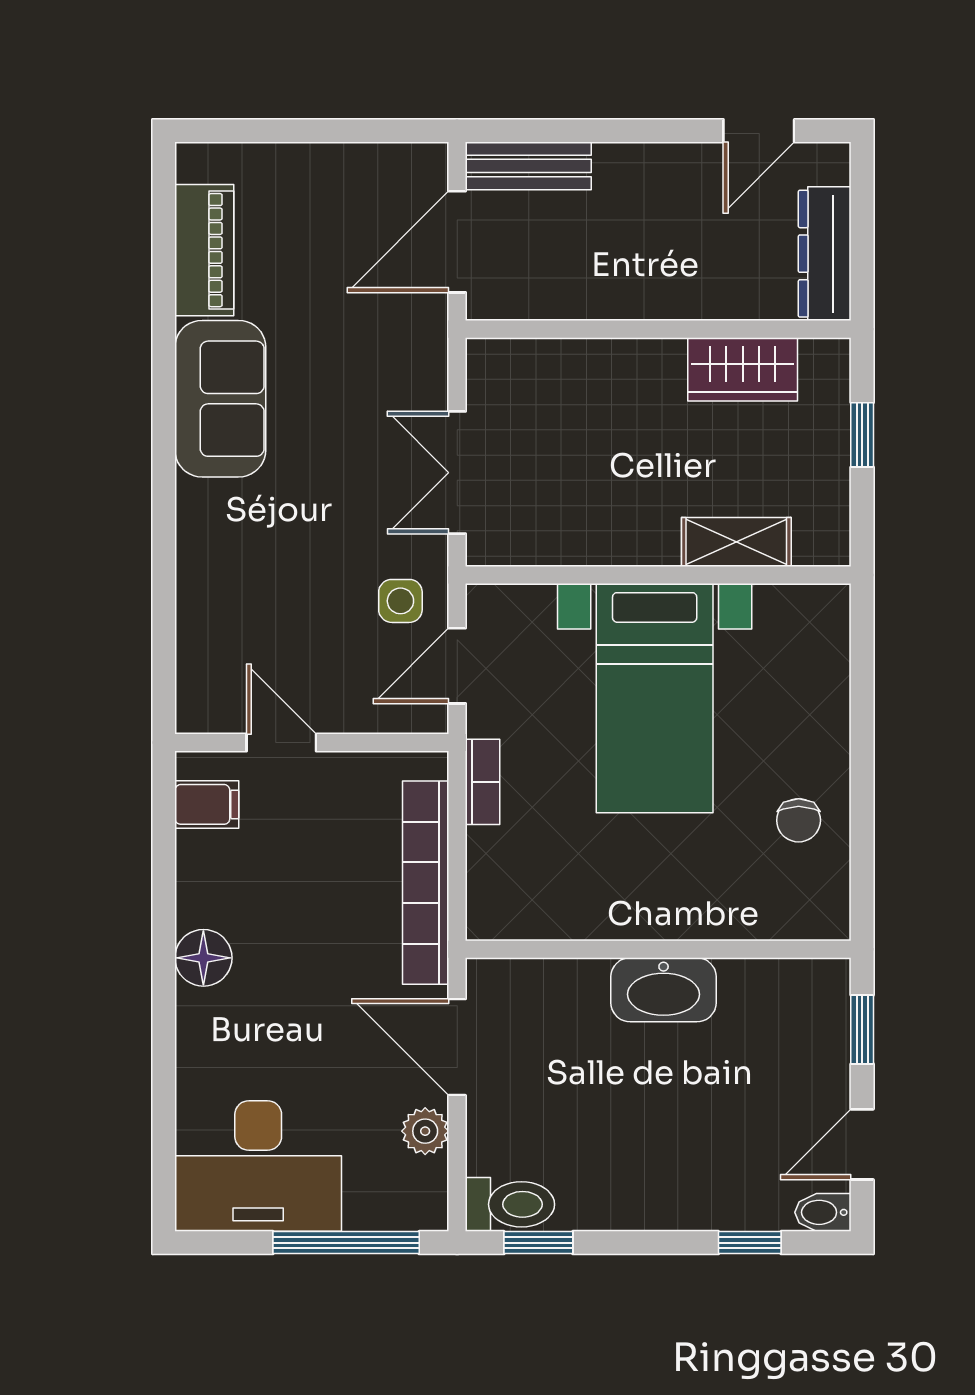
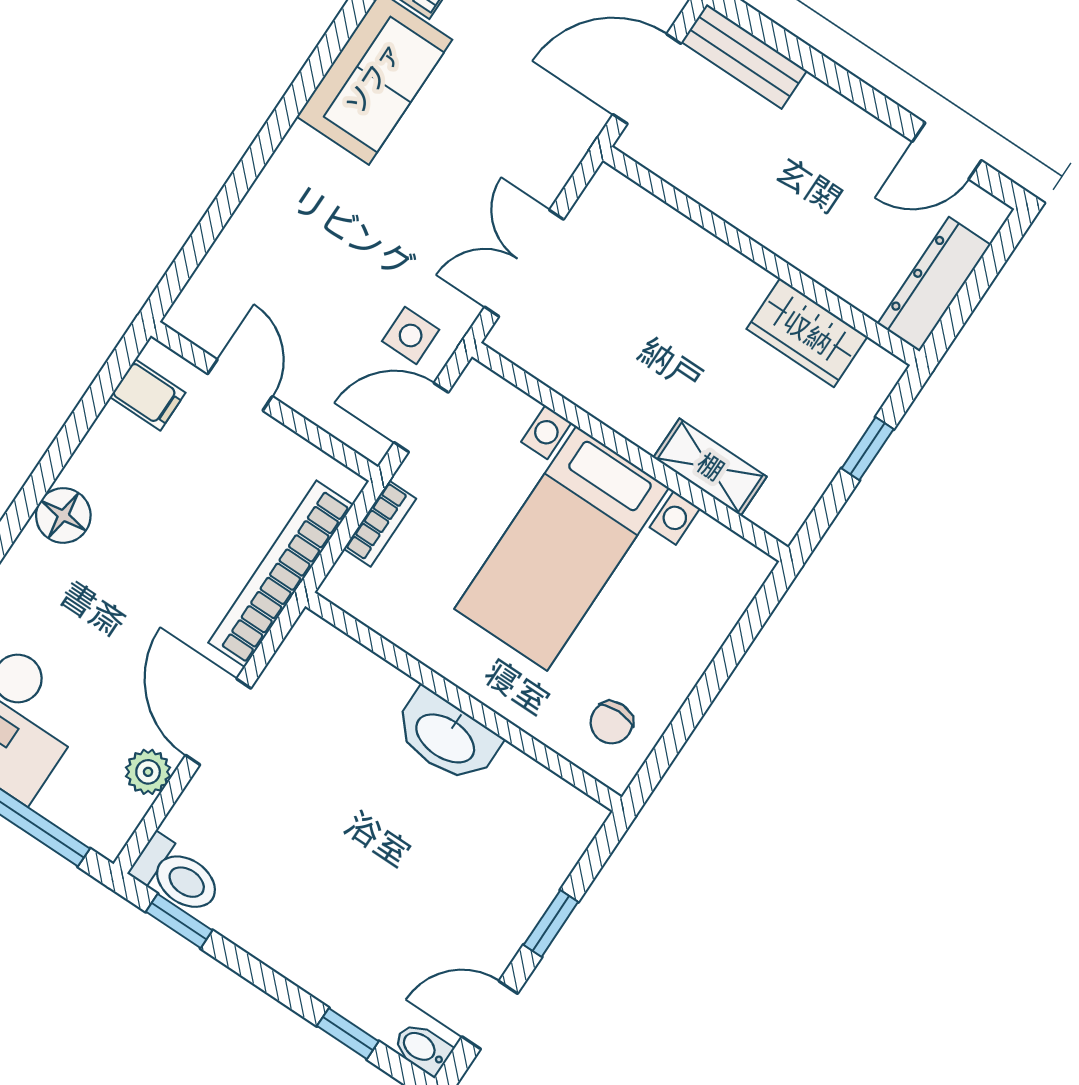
wall: (658, 949) -> (464, 702), moved
washbasin: (664, 990) -> (446, 737), moved

